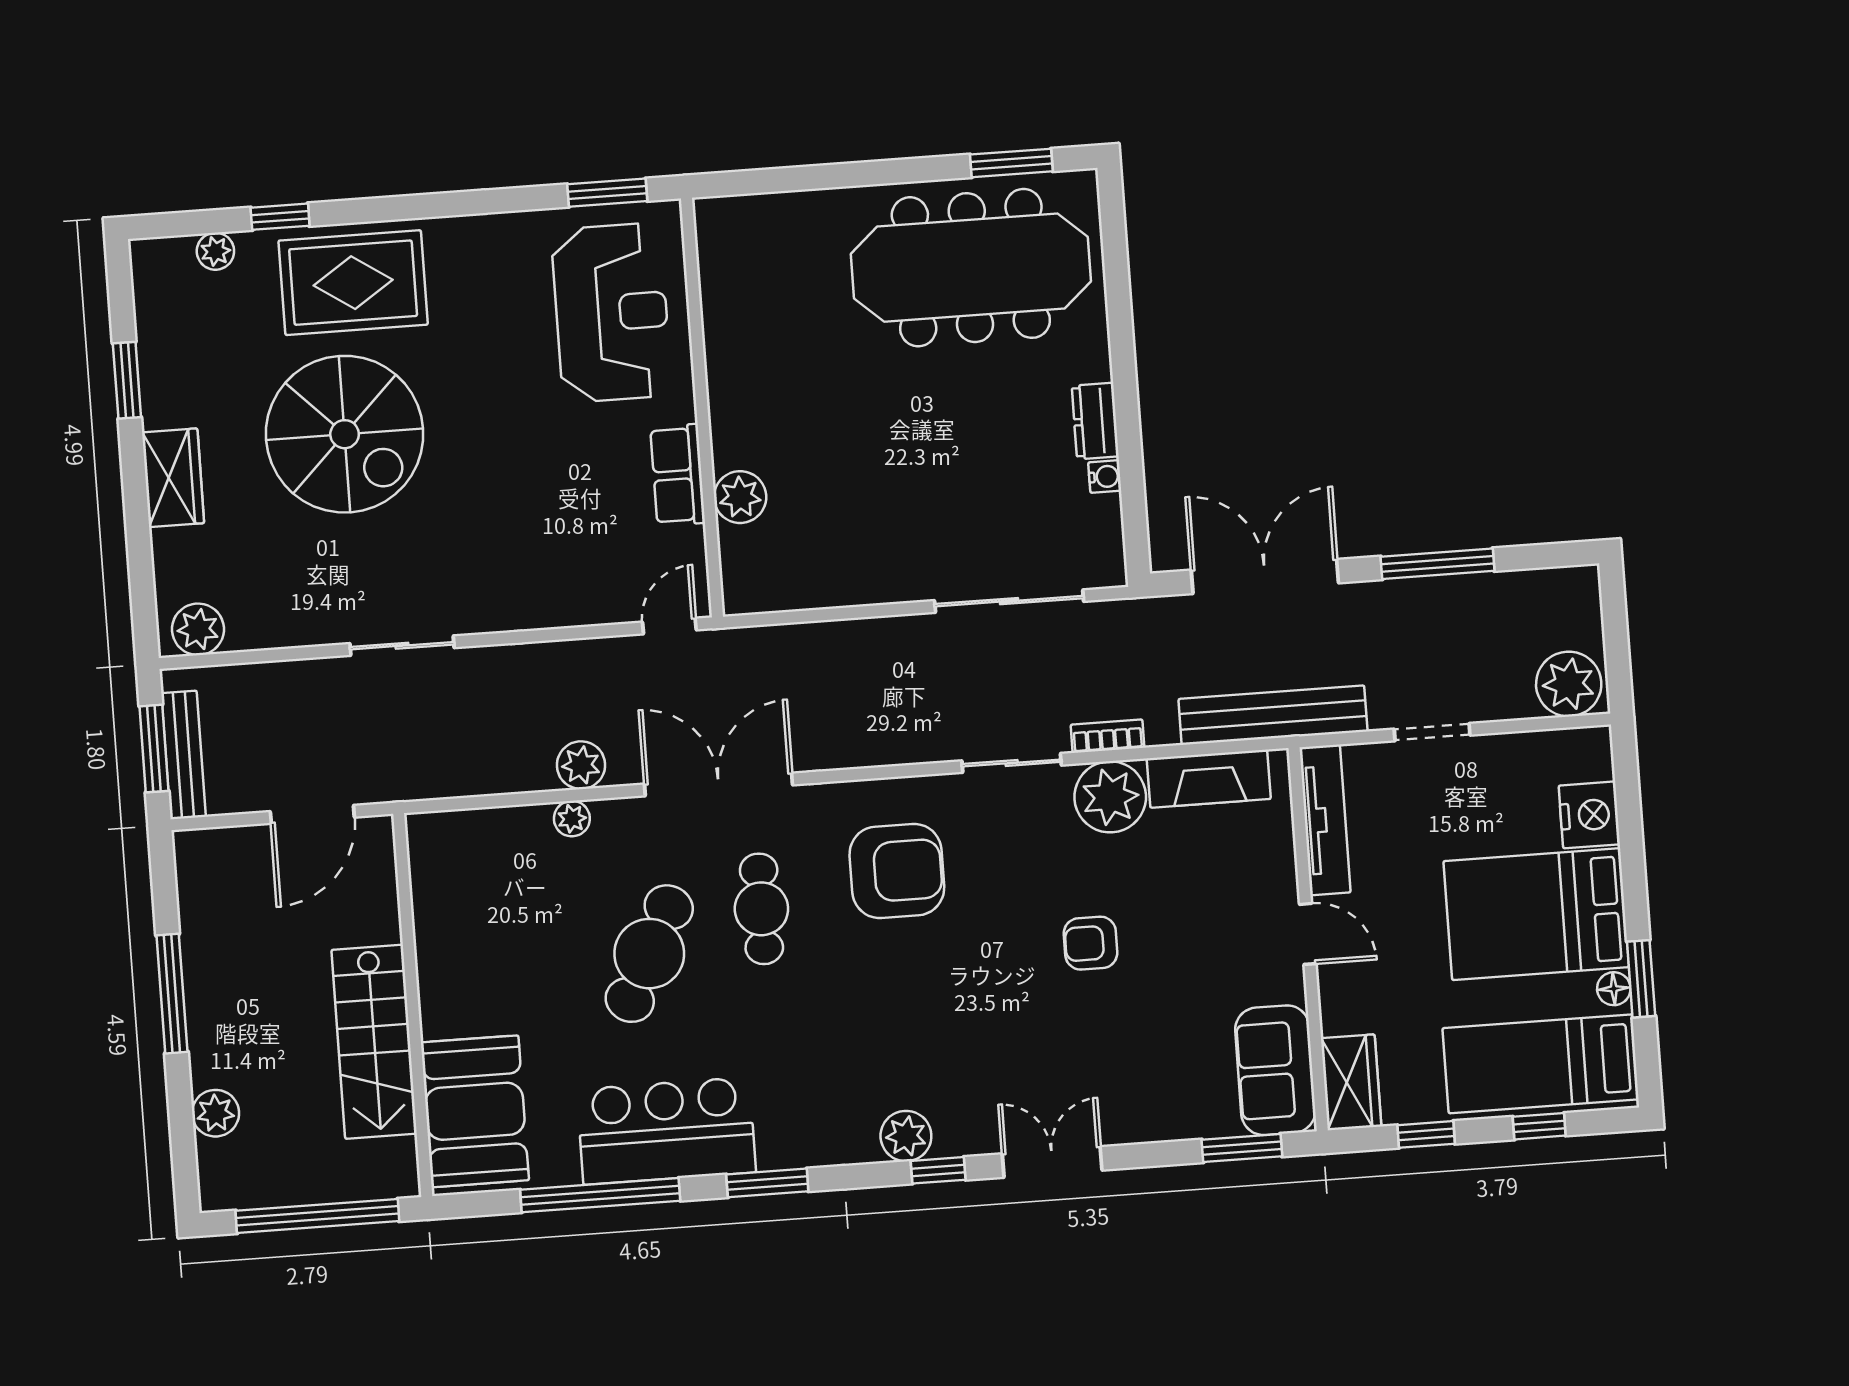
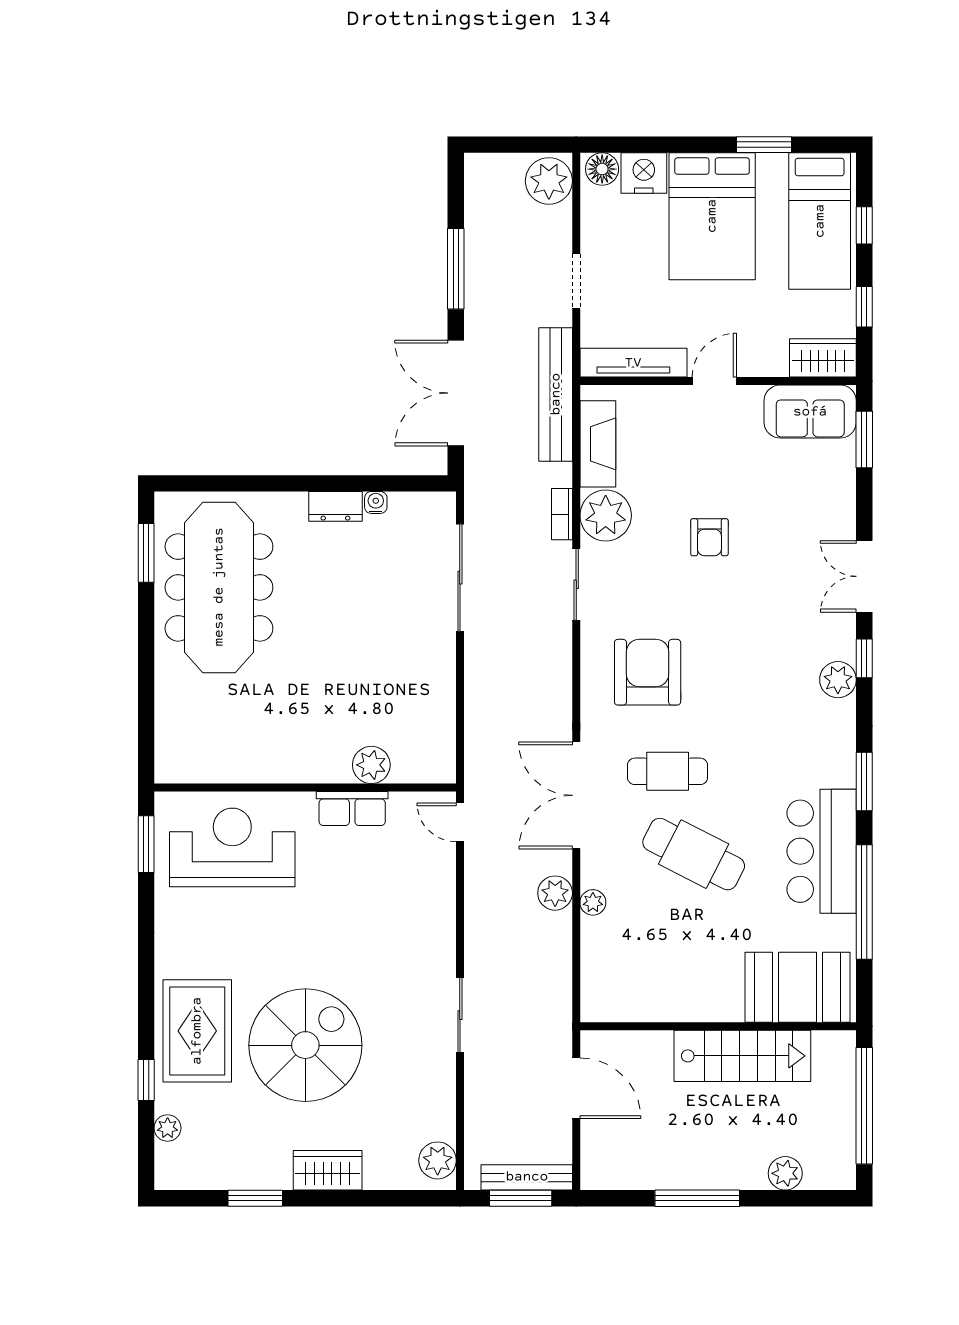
floor lamp: (1614, 989) -> (602, 169), moved, width x1.37, depth x1.37

